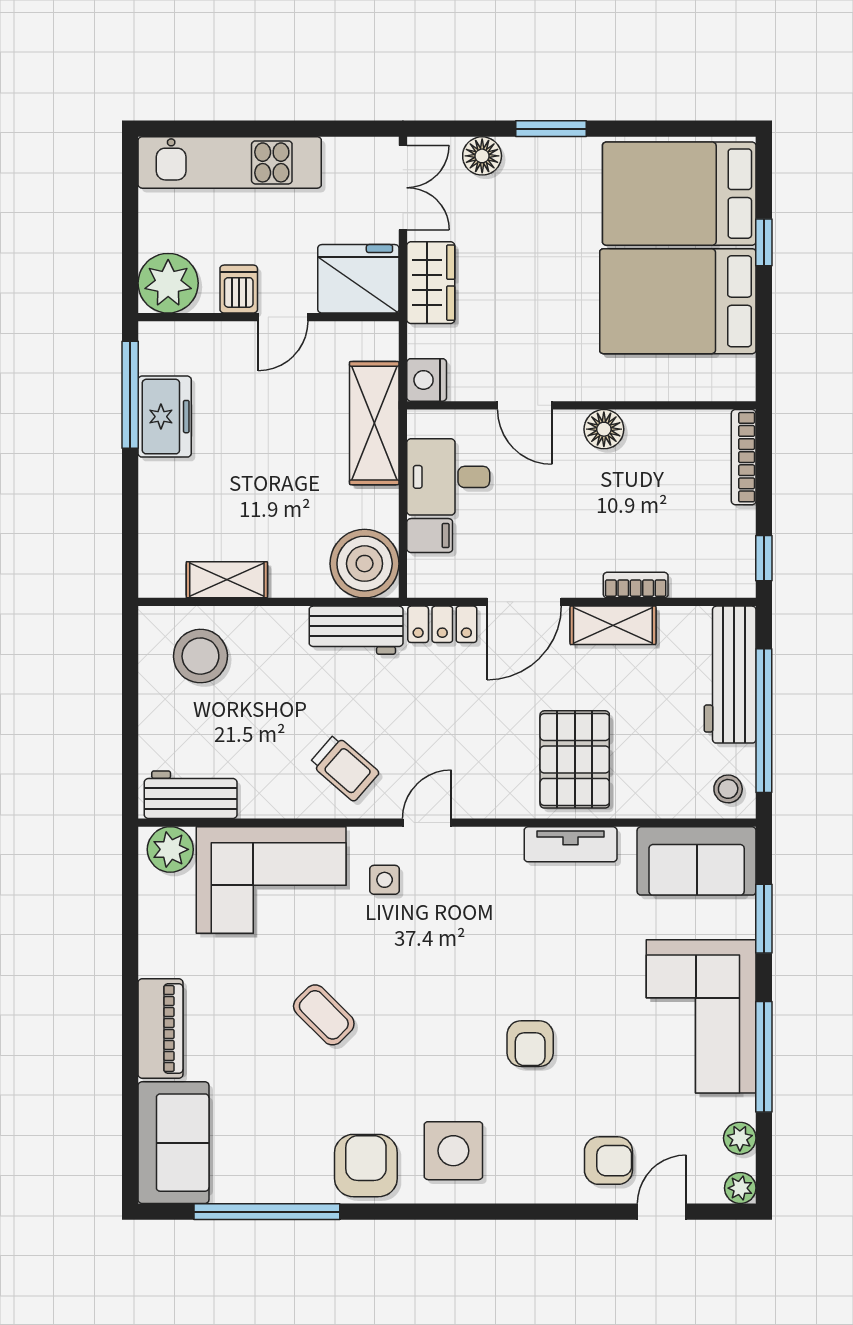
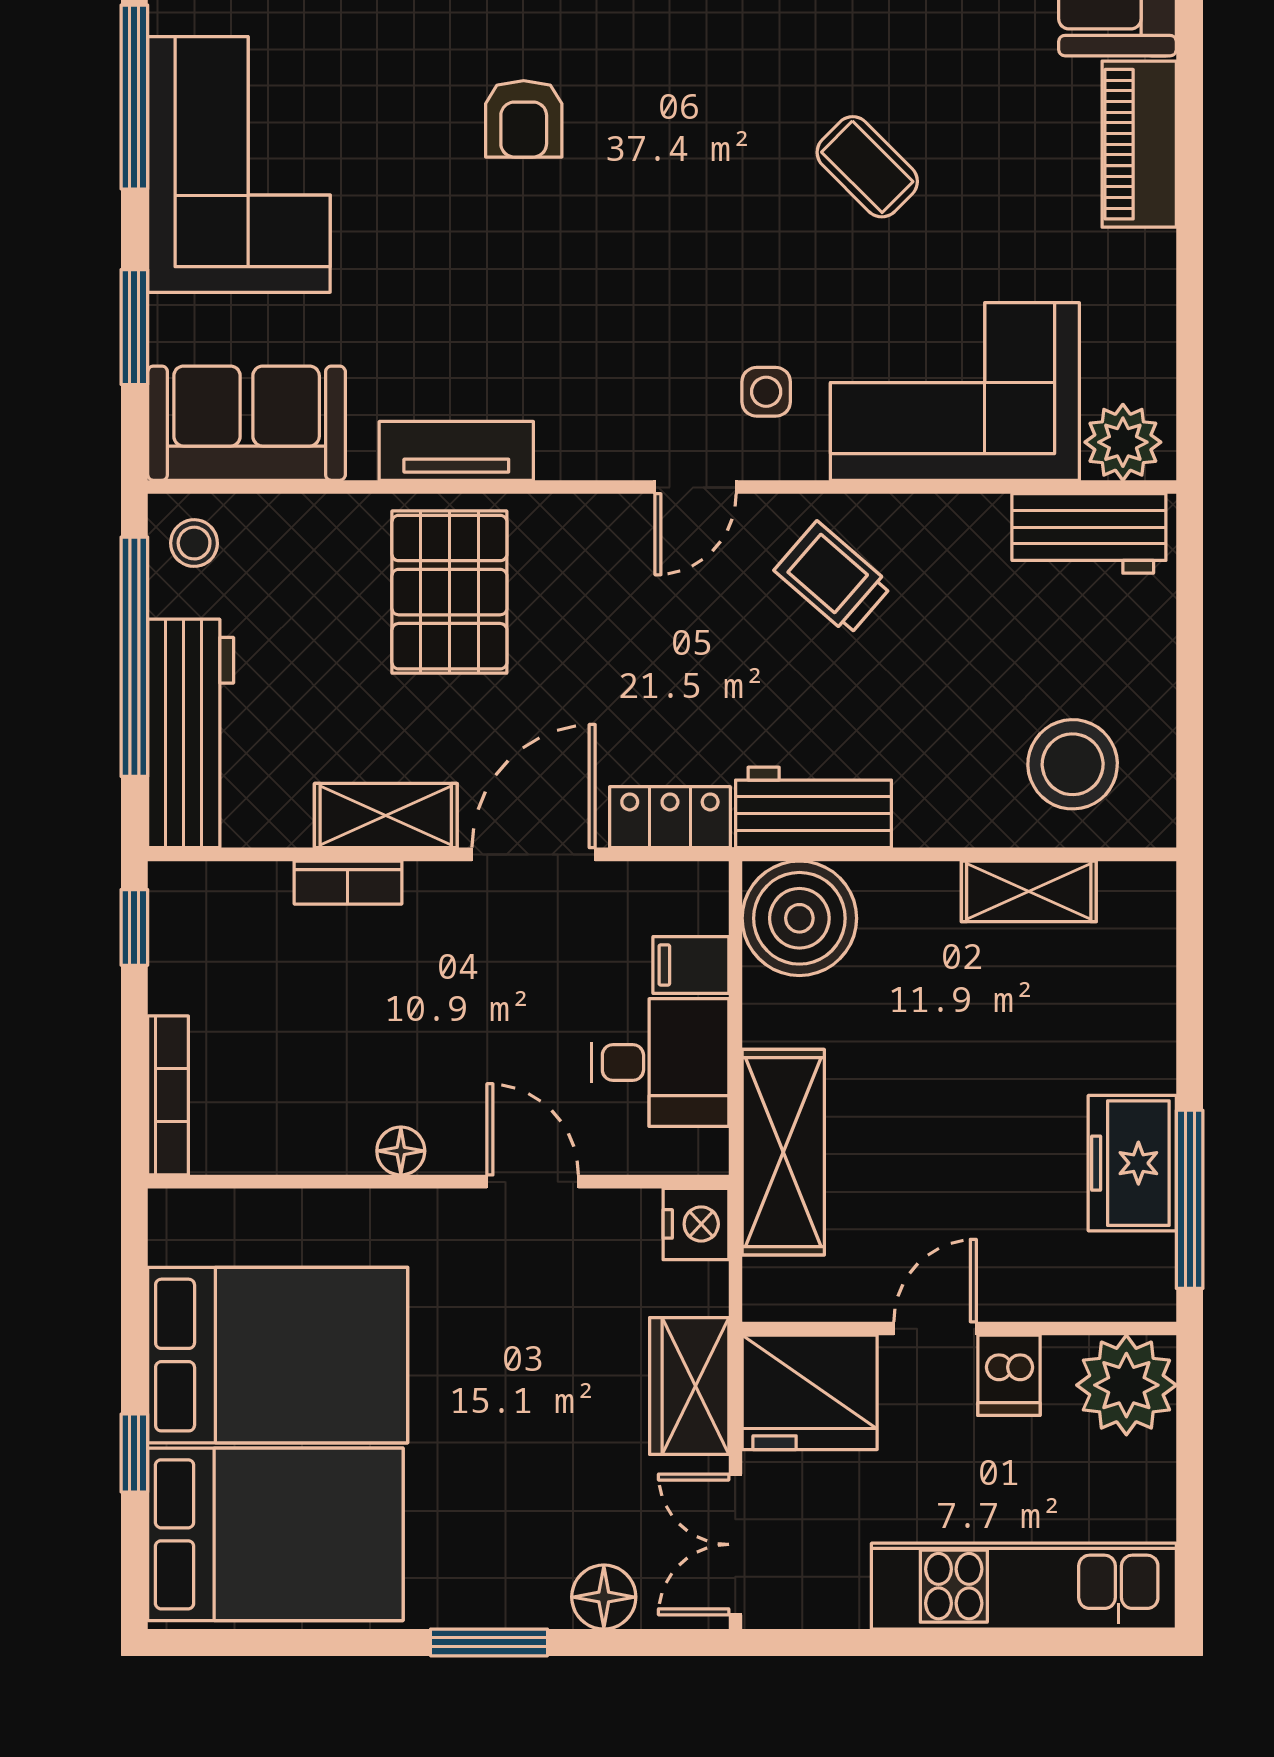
floor lamp: (604, 429) -> (401, 1151), width x0.73, depth x0.73
armchair: (530, 1044) -> (524, 119), turned 180

